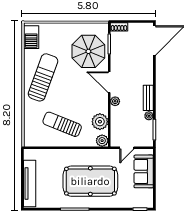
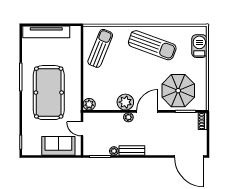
barbecue: (31, 37) -> (199, 46), moved, turned 90
plant: (100, 122) -> (125, 102), moved
sun lounger: (62, 124) -> (100, 48), moved

